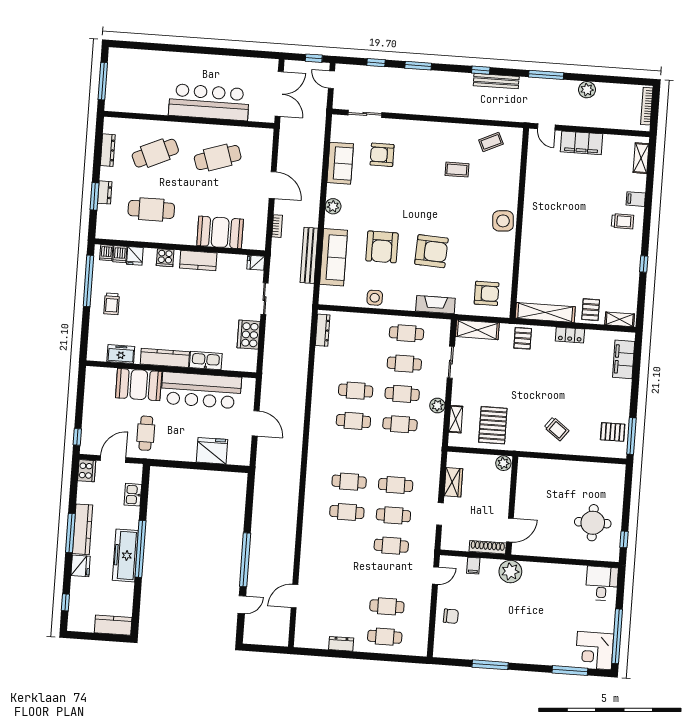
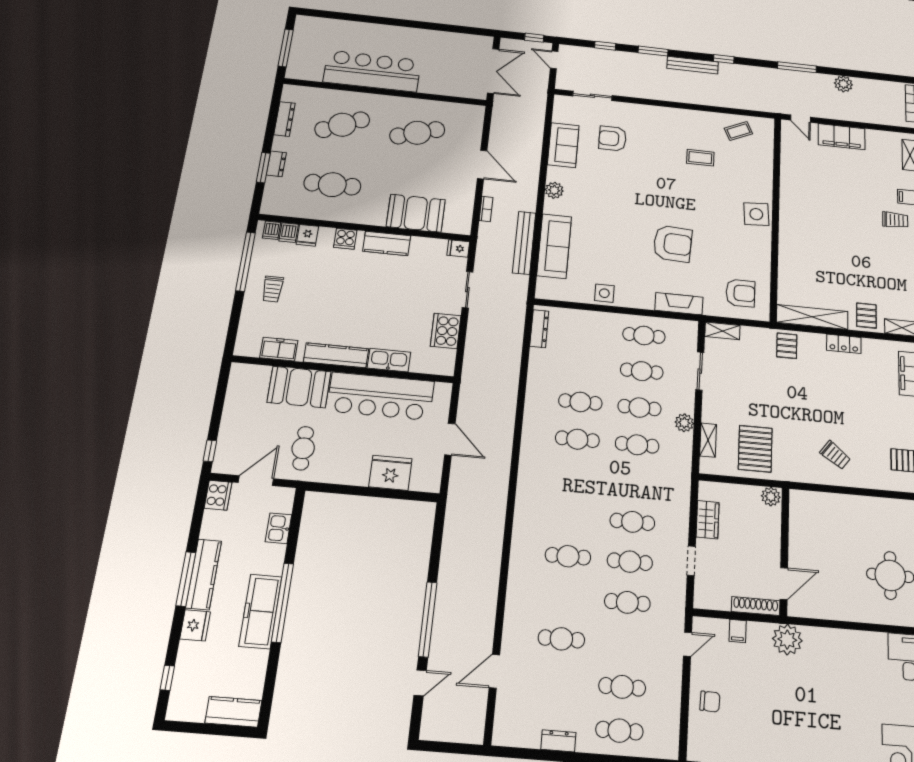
bench: (496, 81) -> (693, 65), moved
bar counter: (209, 102) -> (372, 71), moved
armchair: (382, 247) -> (613, 237), removed
shelving: (477, 330) -> (722, 331), width x0.67, depth x0.75
cafe table: (349, 482) -> (561, 639), moved

